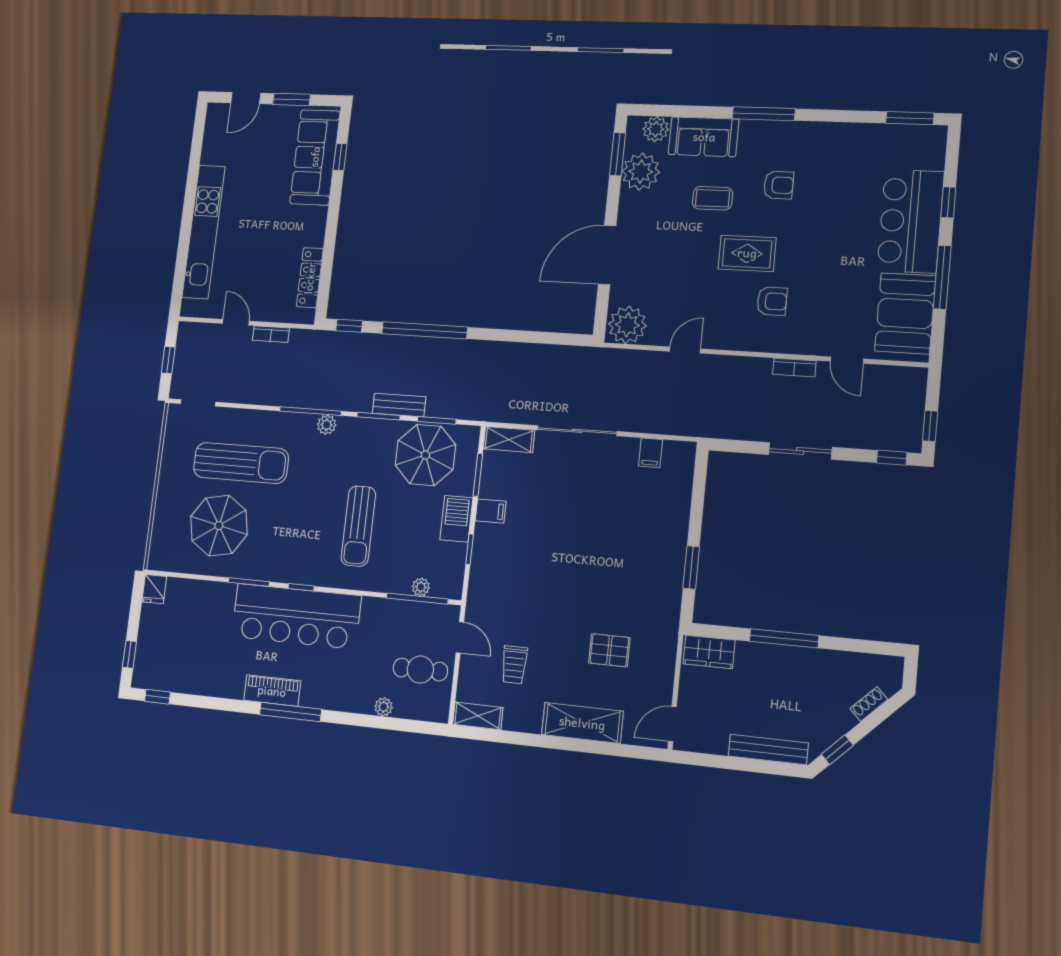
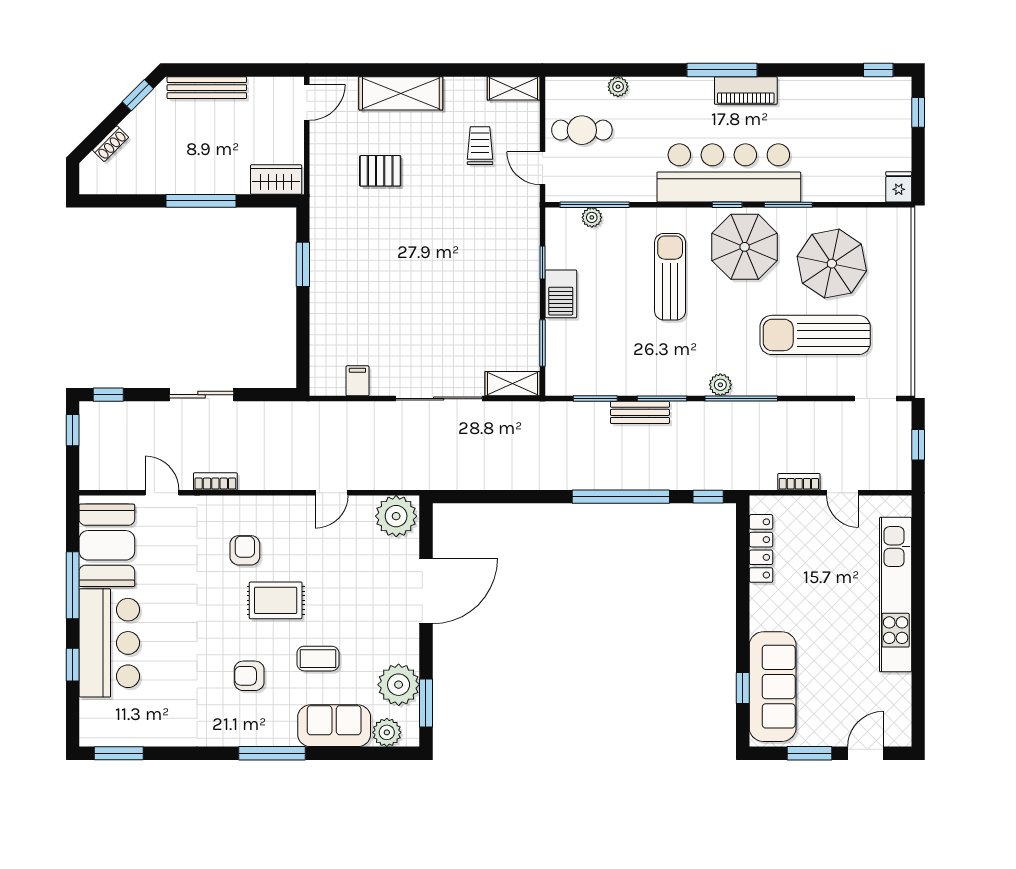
armchair: (772, 301) -> (245, 550), turned 90
parasol: (425, 455) -> (745, 247), moved
filing cabinet: (491, 511) -> (524, 305), removed

